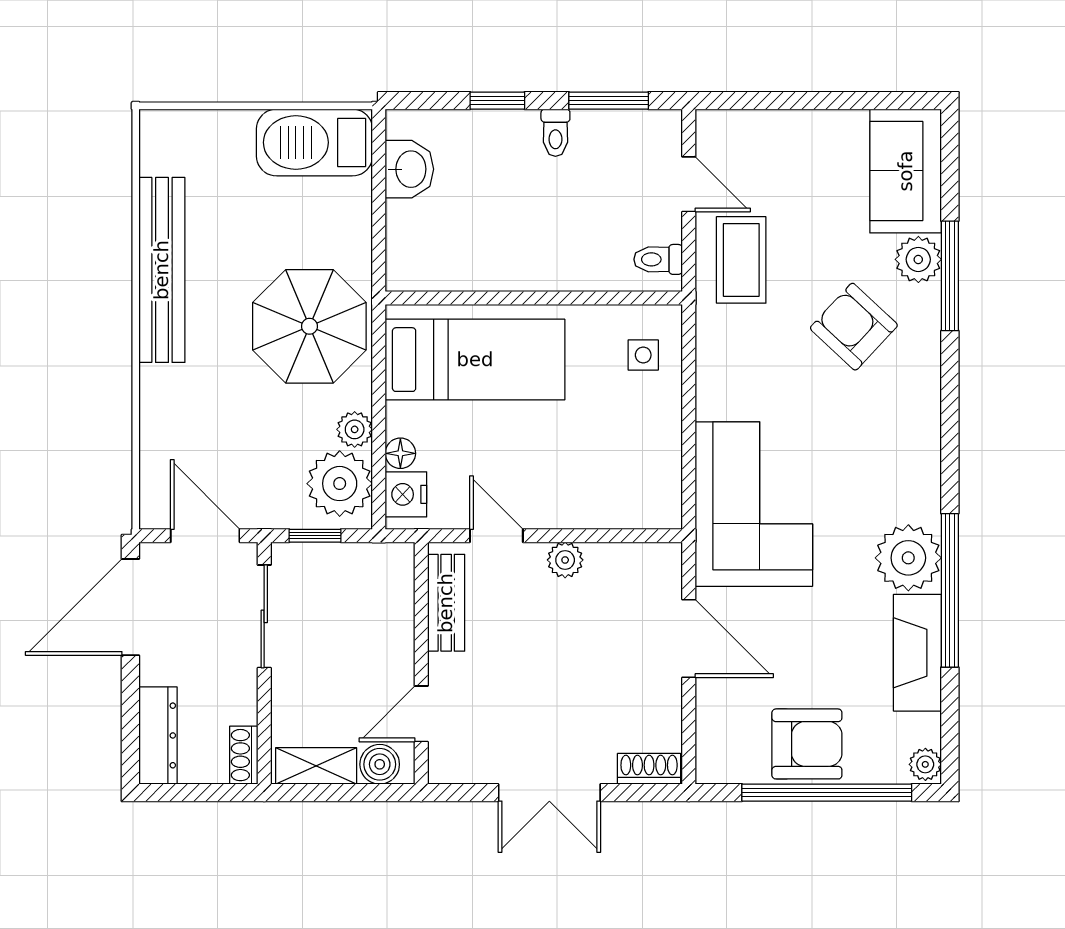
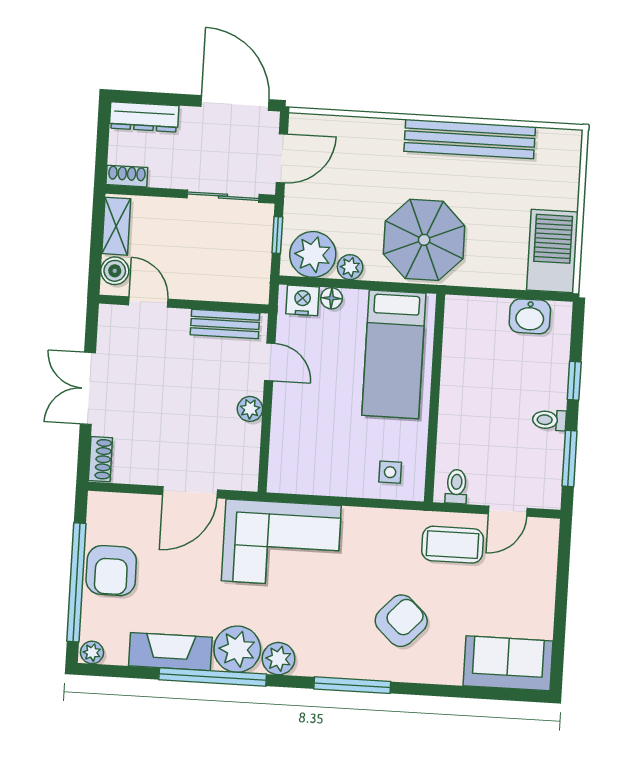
plant: (918, 259) -> (279, 659), moved
window: (950, 276) -> (352, 685), moved
door: (496, 536) -> (270, 362), hinge flipped

